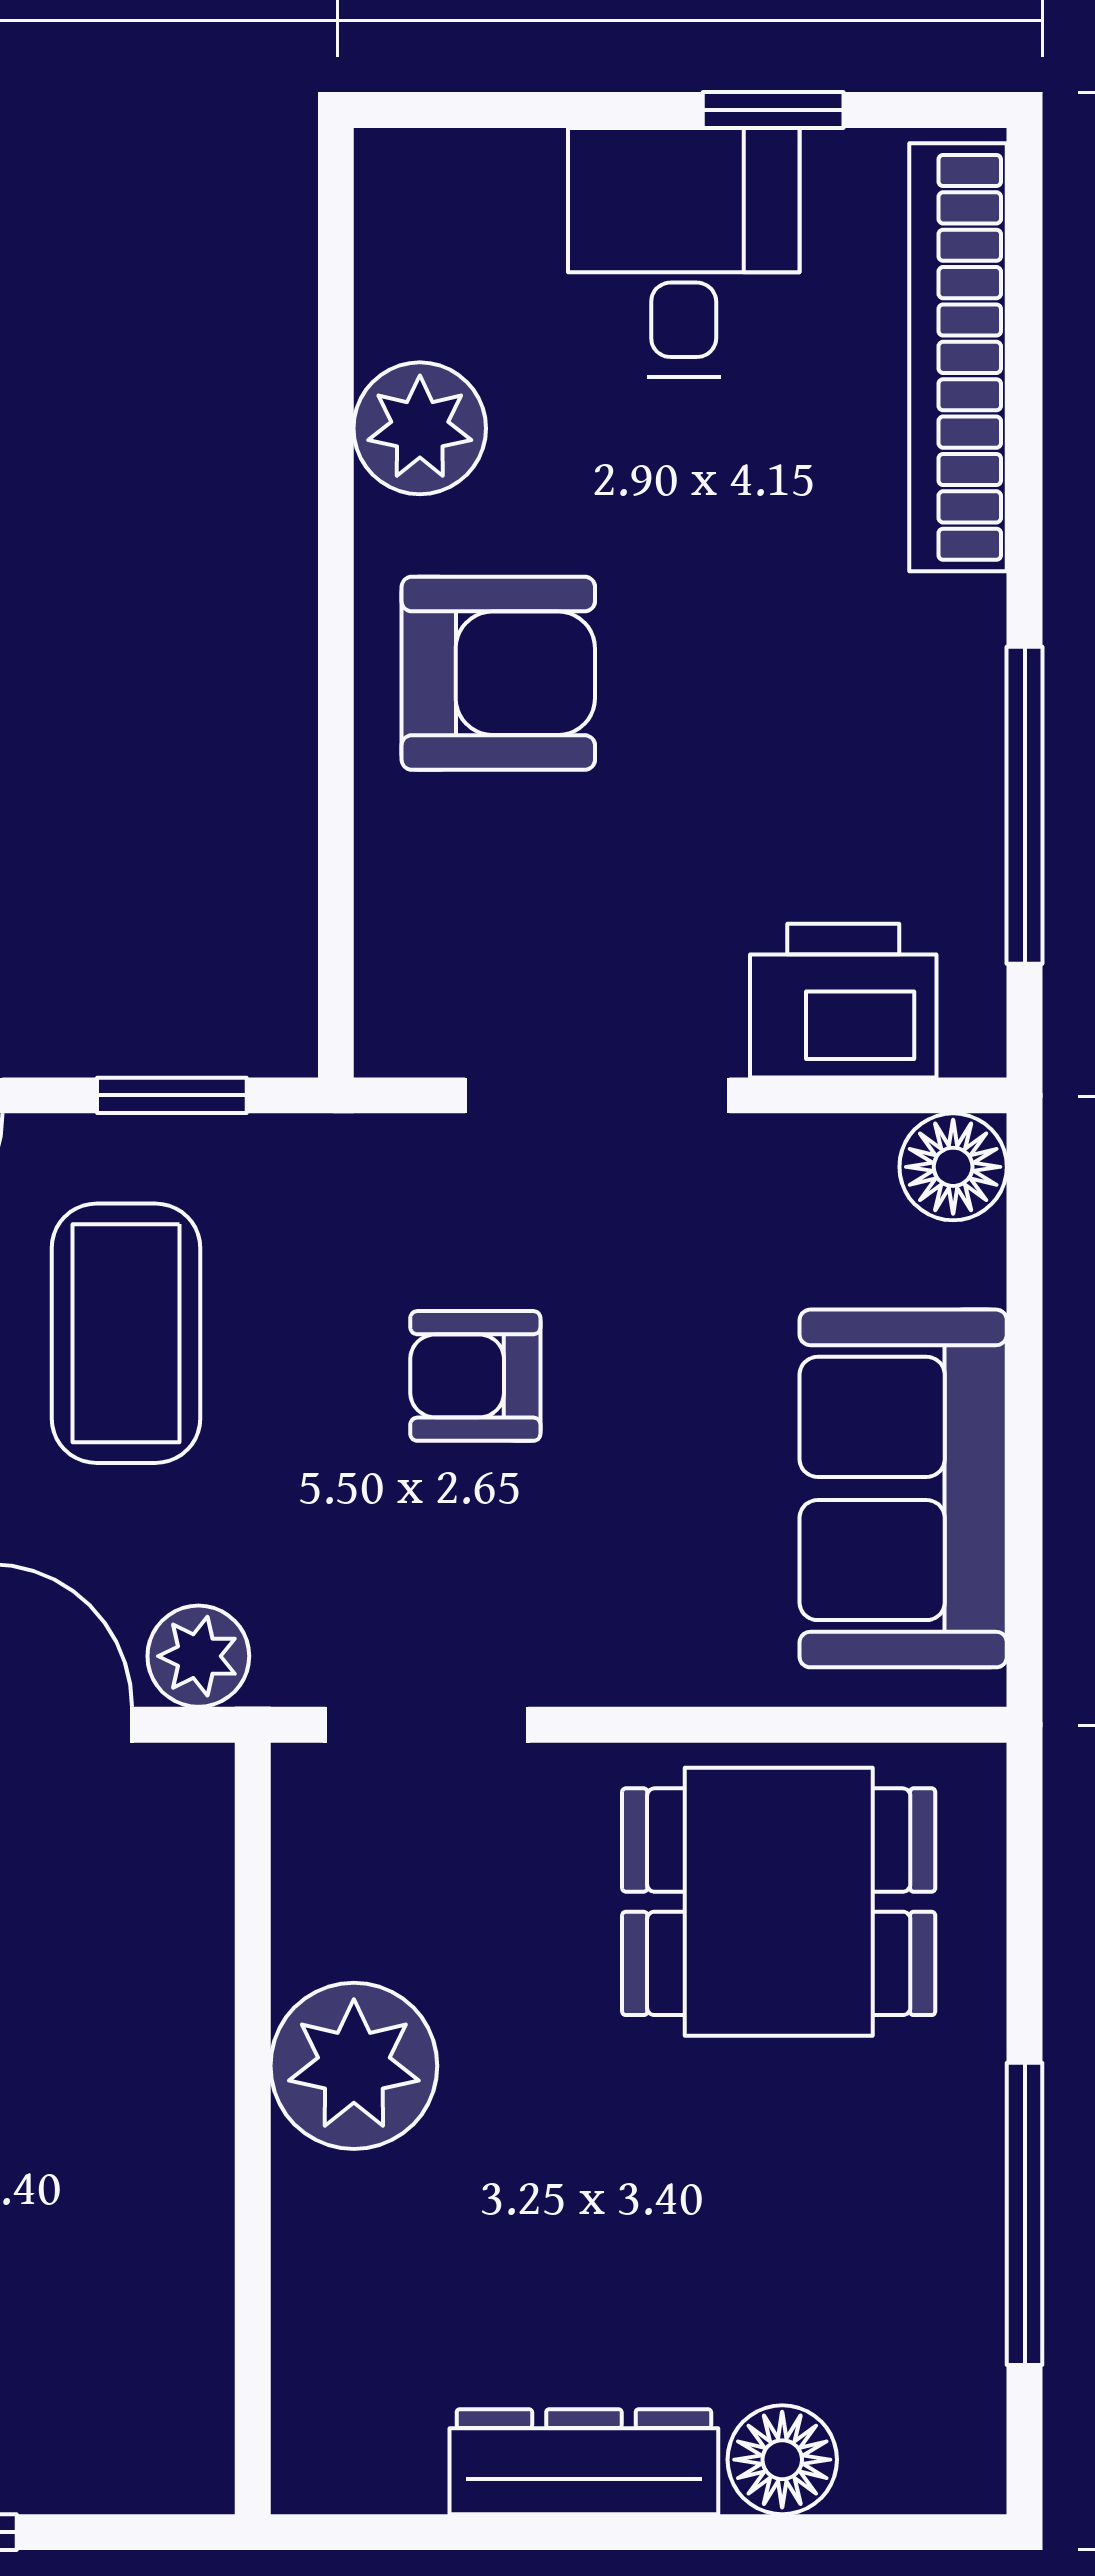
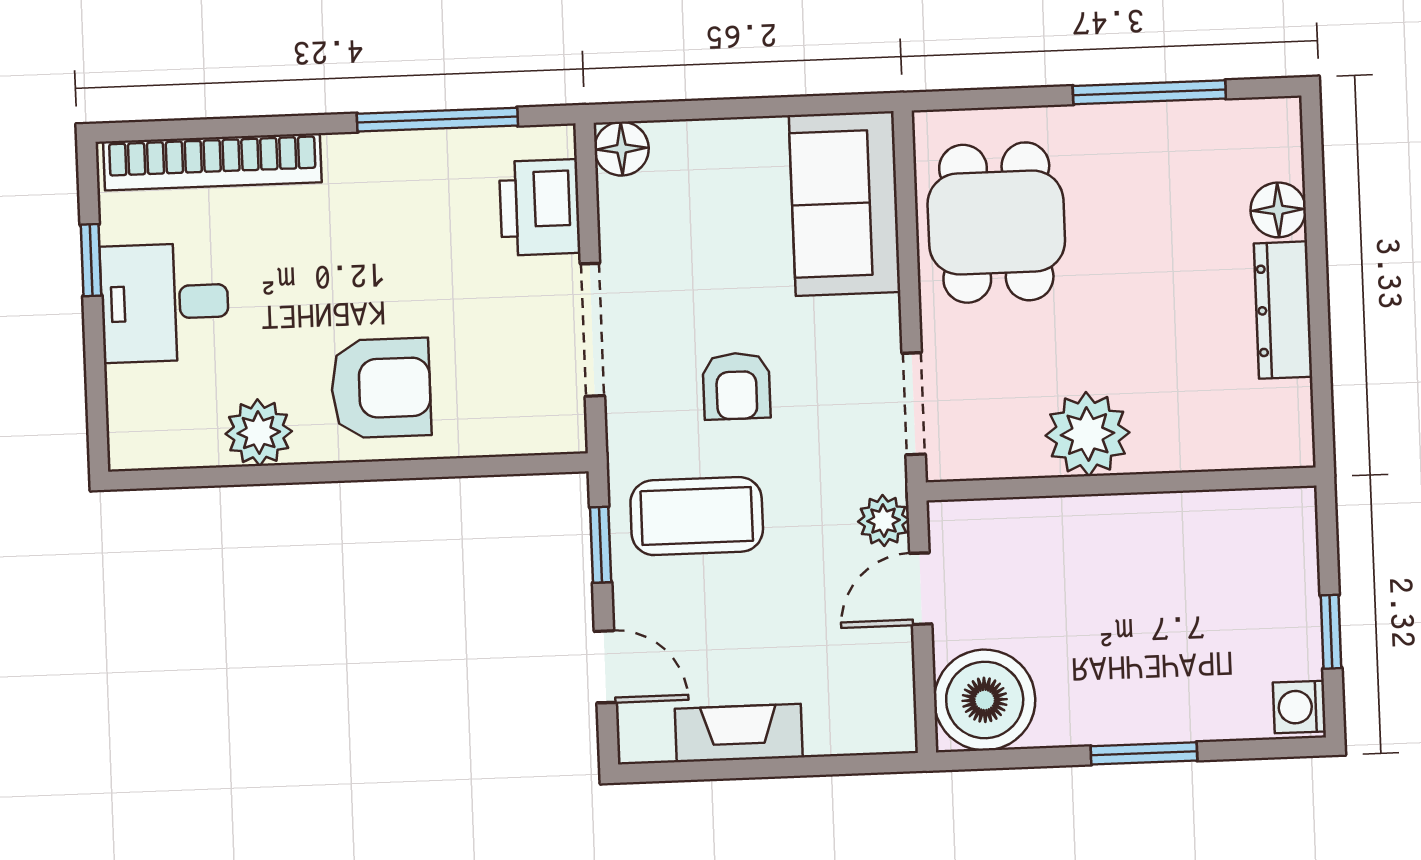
armchair: (498, 673) -> (381, 388), turned 90
coffee table: (126, 1333) -> (697, 516), moved
sofa: (903, 1488) -> (845, 204), moved, turned 90

